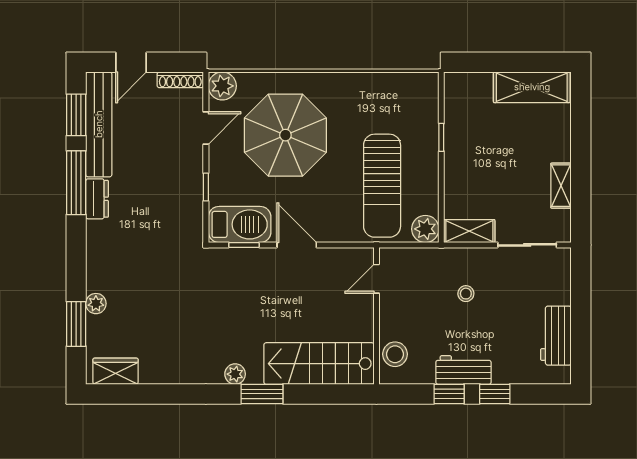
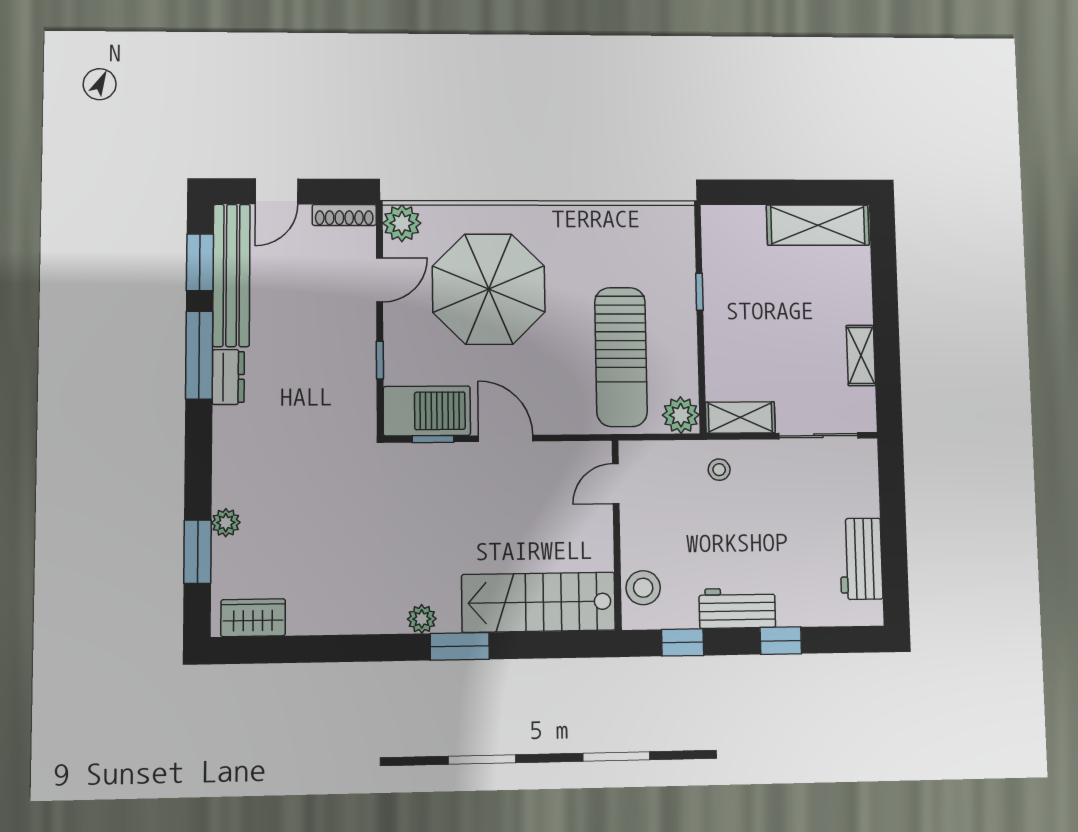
stool: (466, 294) -> (719, 470), moved
window: (449, 394) -> (683, 642), moved

